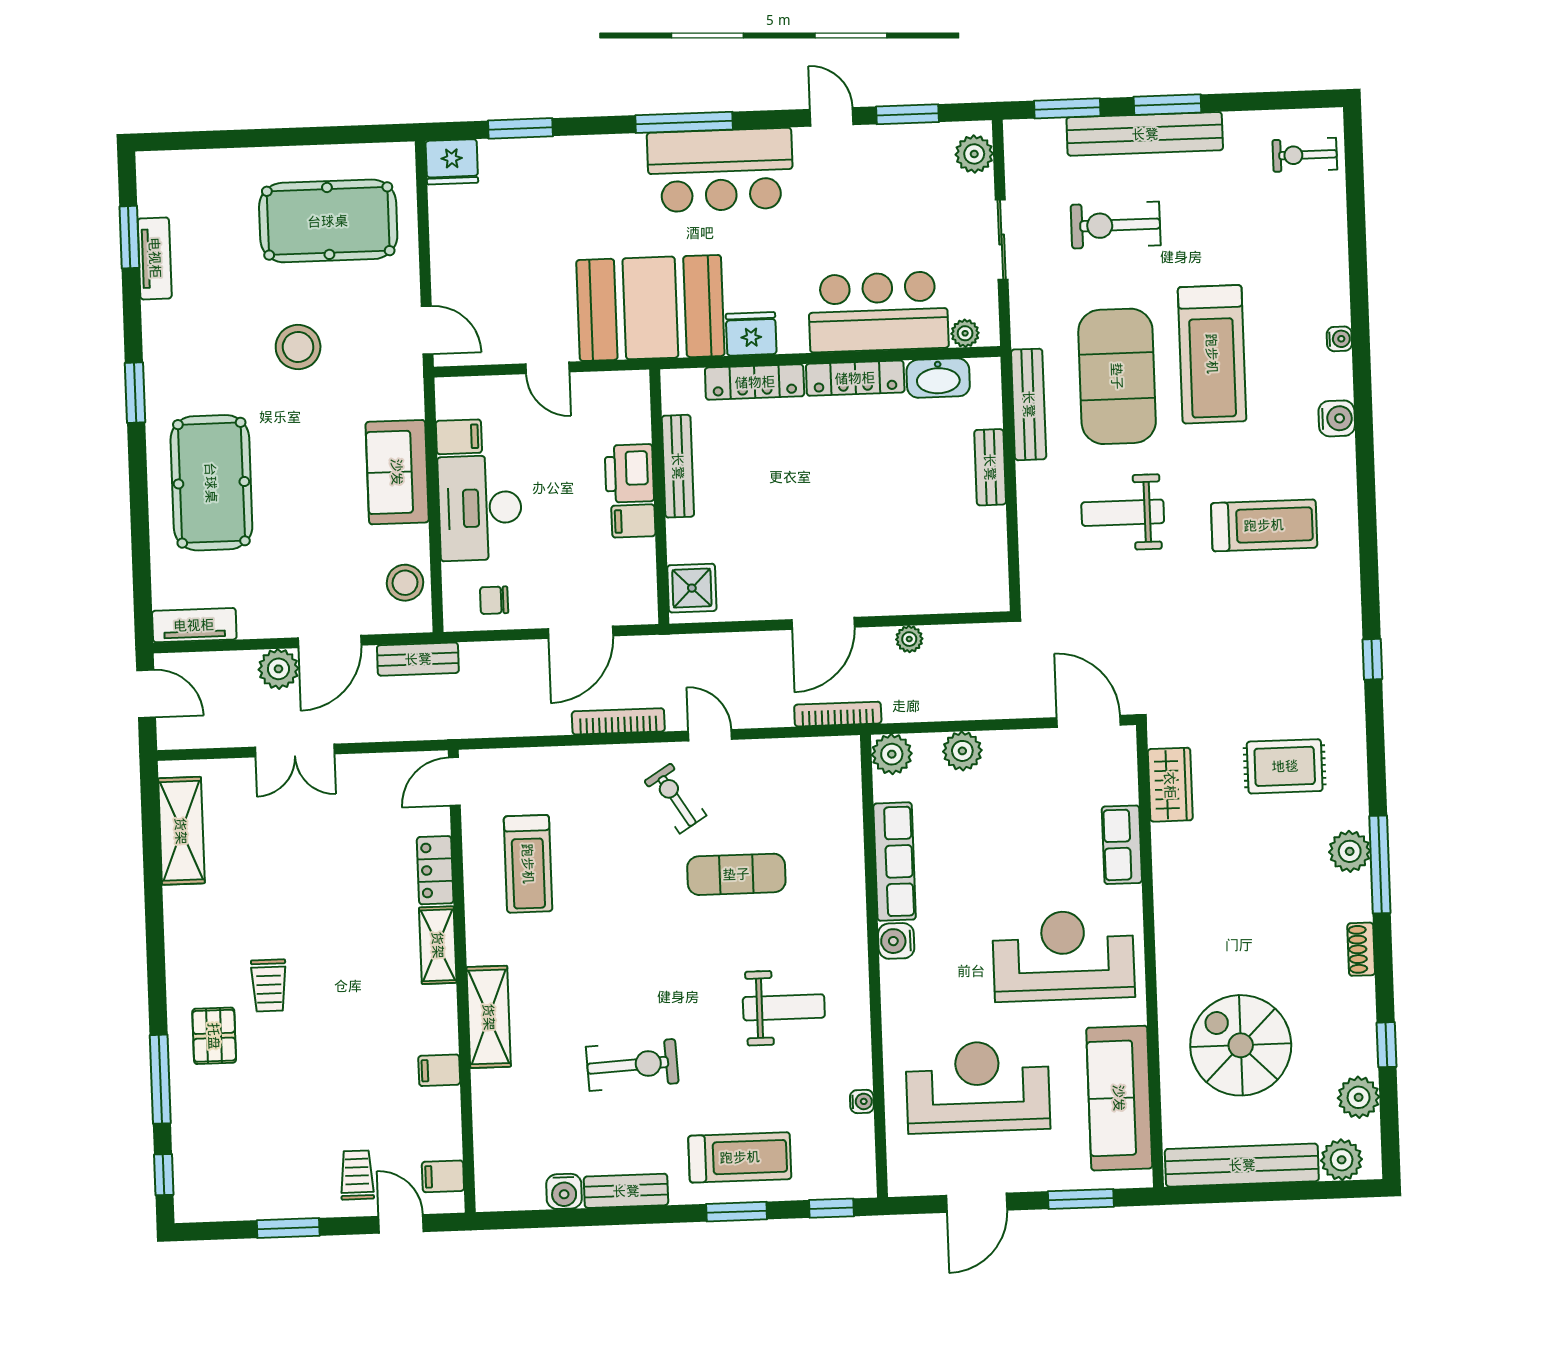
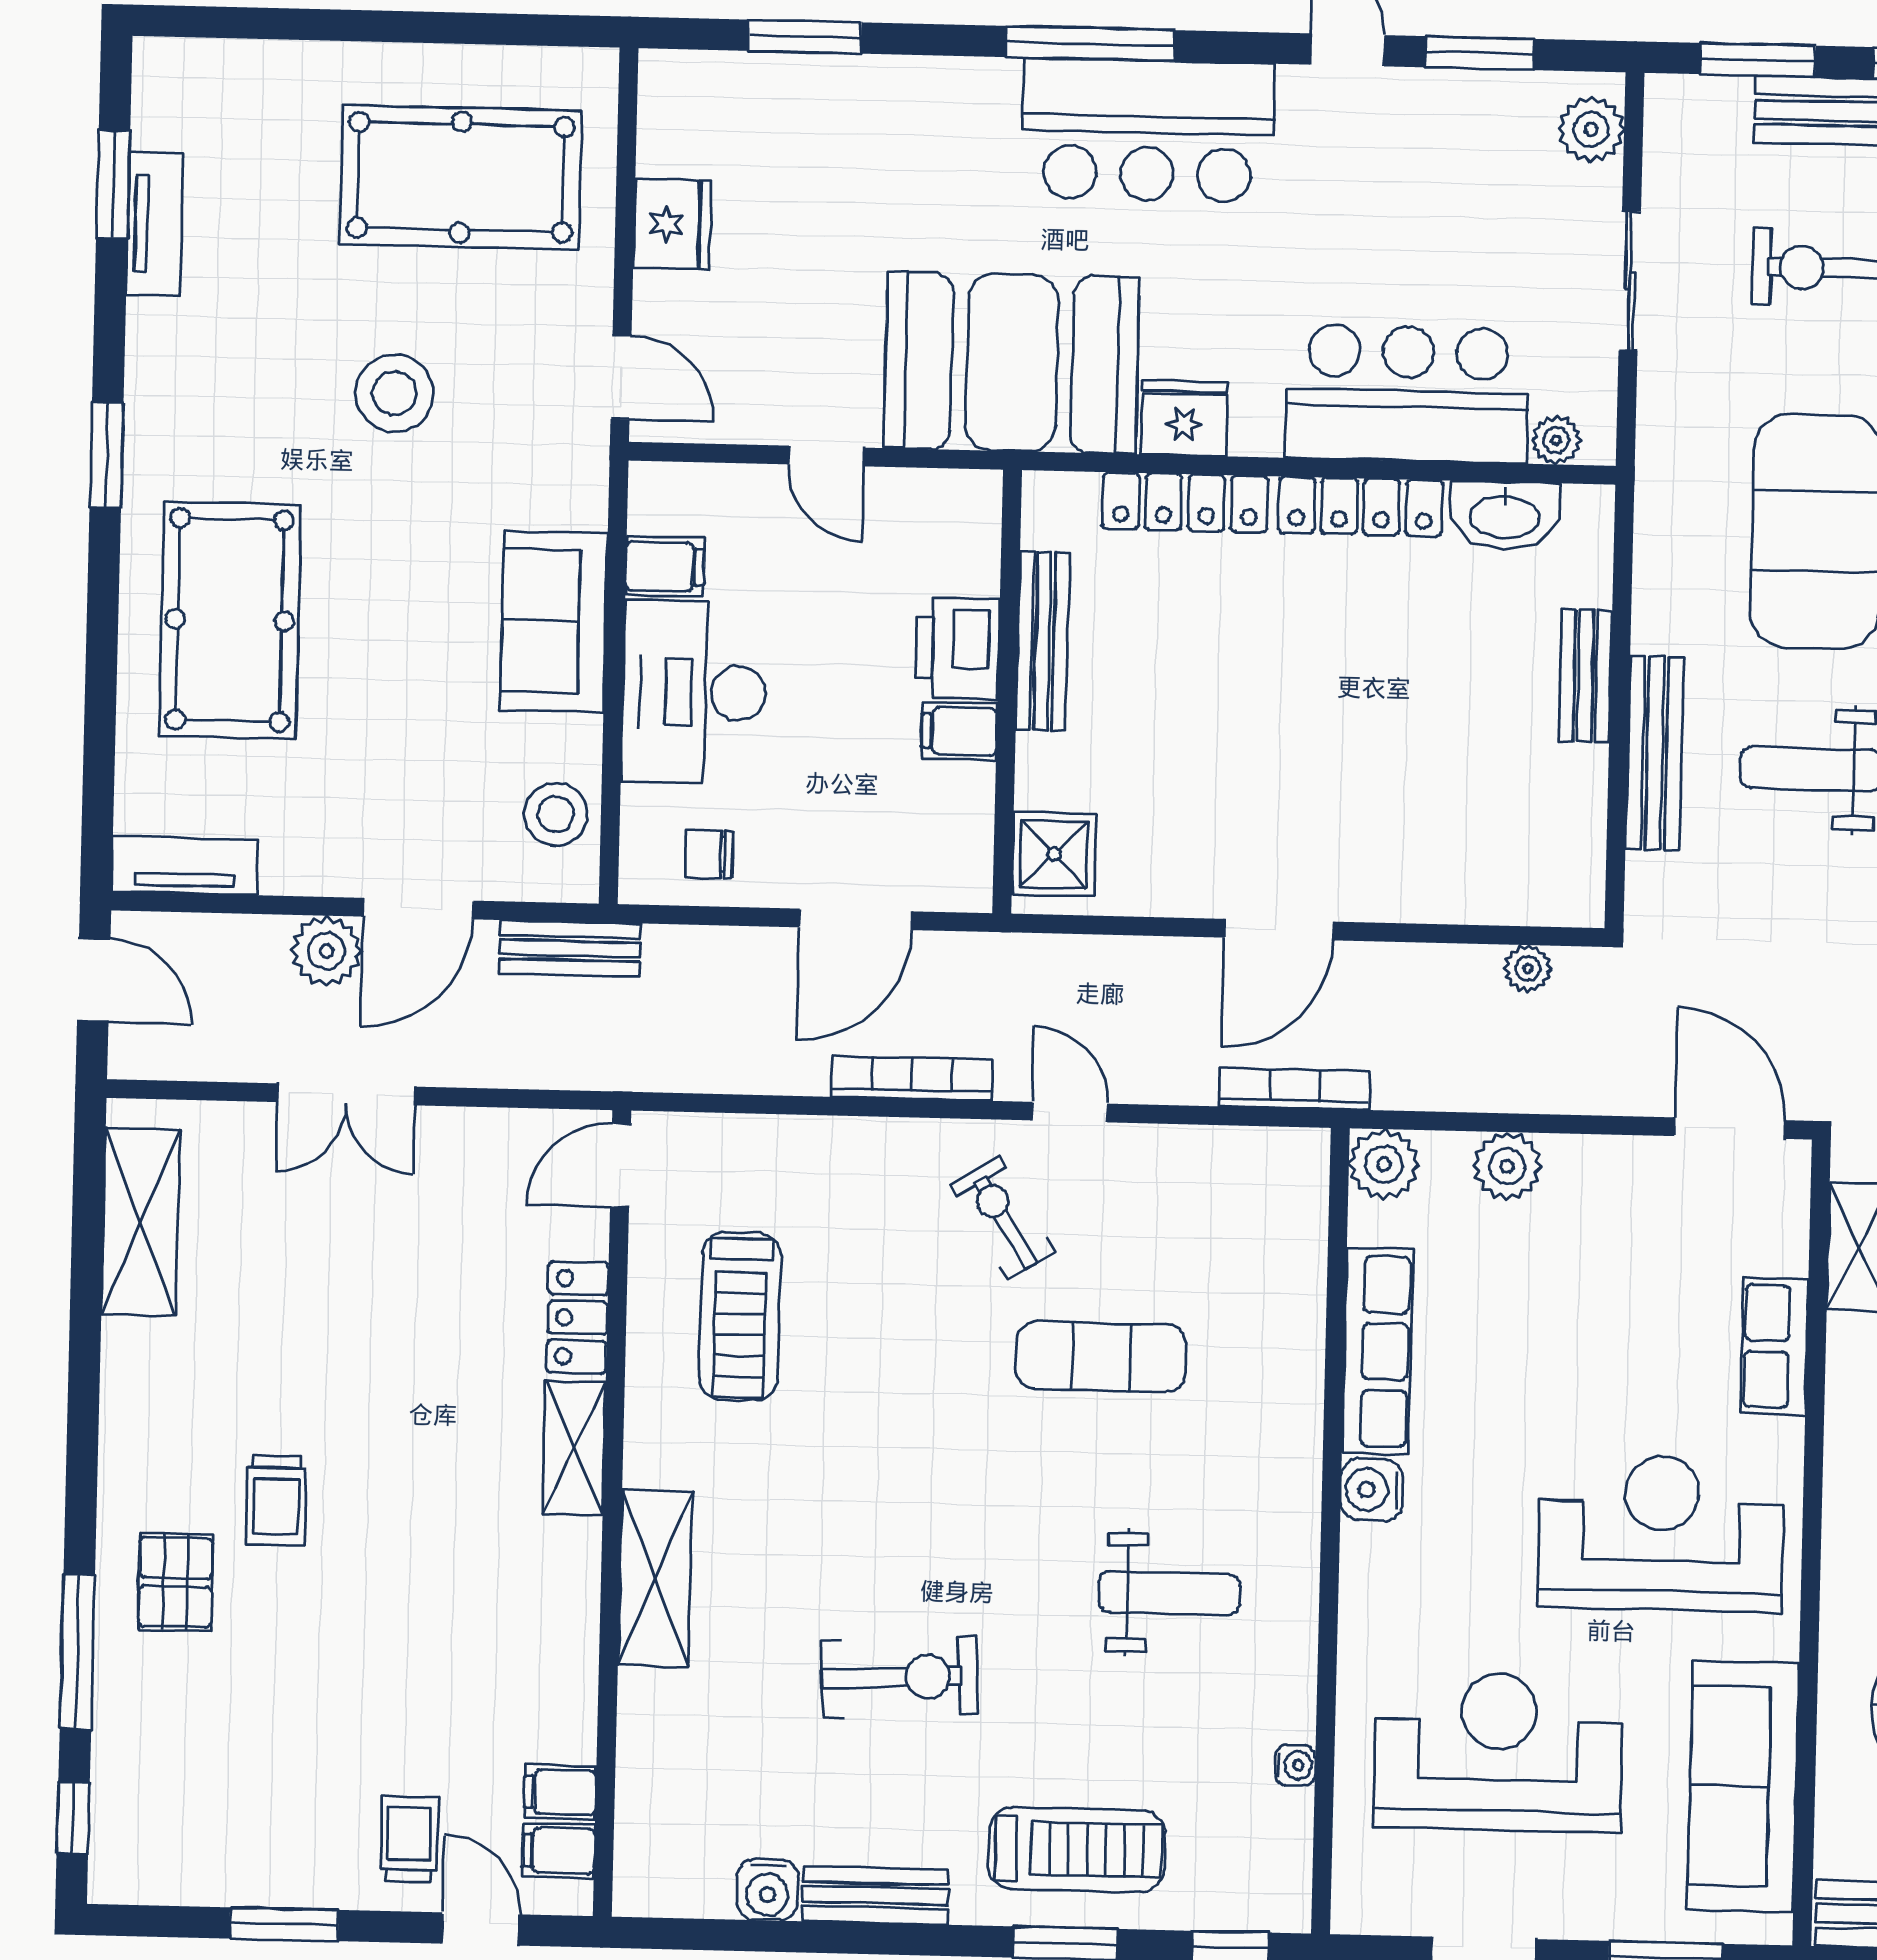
fridge: (452, 162) -> (672, 224), moved, turned -90
bench: (1029, 404) -> (1655, 753), moved
plant: (909, 639) -> (1528, 968), moved
filing cabinet: (439, 1070) -> (560, 1792), moved

